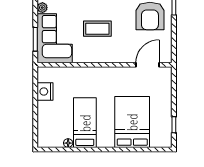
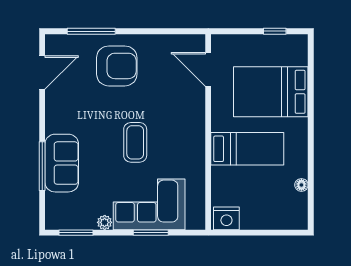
wall: (105, 65) -> (208, 132), moved
door: (148, 65) -> (208, 69), moved
bed: (85, 123) -> (247, 149), moved, turned 180

